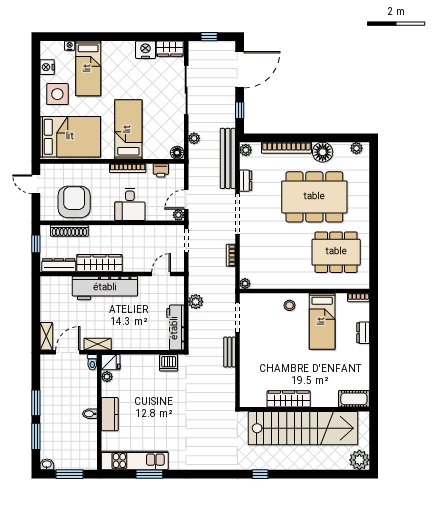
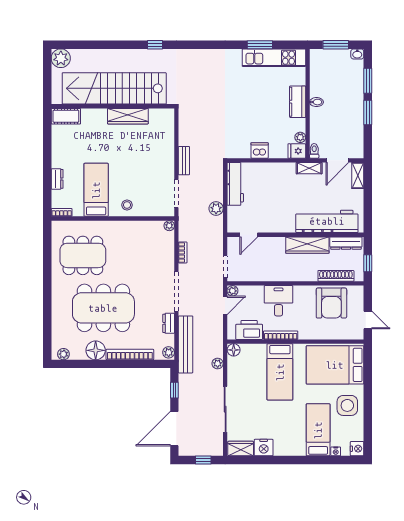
nightstand: (47, 67) -> (357, 449), moved
printer: (161, 170) -> (249, 330), width x1.87, depth x1.48
workbench: (105, 288) -> (327, 221), moved
dishwasher: (169, 363) -> (260, 150), moved

